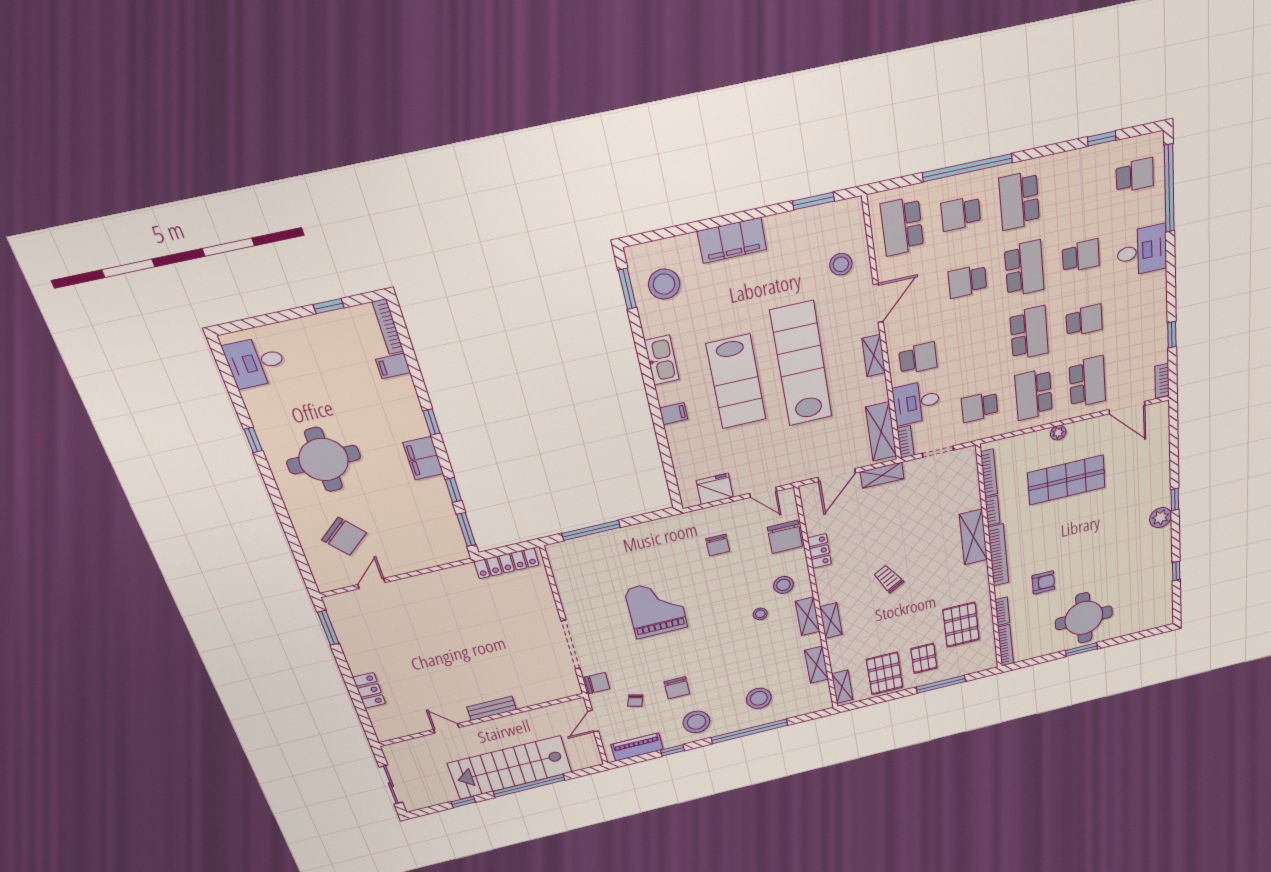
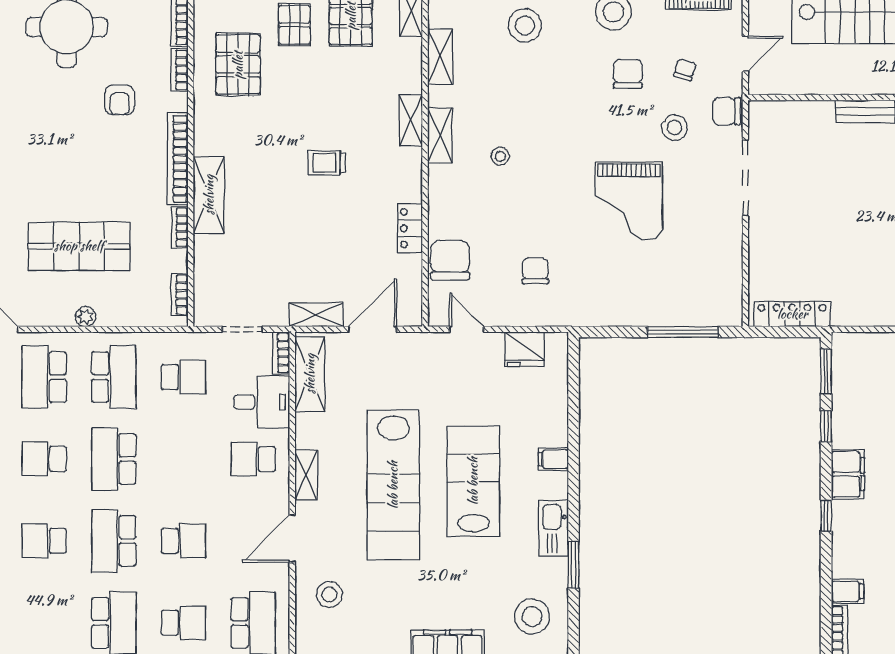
window: (627, 289) -> (573, 565), moved
bookcase: (989, 473) -> (180, 295), width x0.64
trolley: (889, 579) -> (327, 163), turned 120
armchair: (1043, 582) -> (120, 100), turned -90
stool: (783, 585) -> (675, 128), moved

